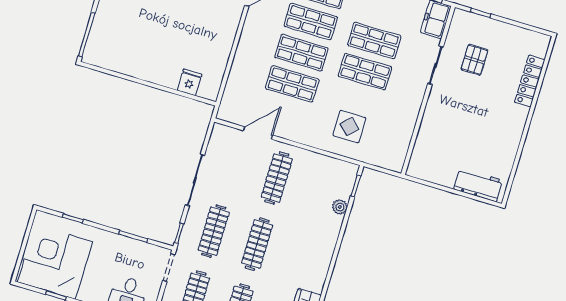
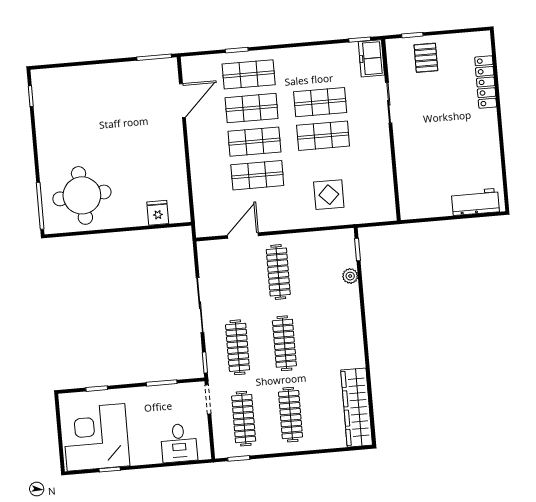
round table: (128, 40) -> (82, 195), added
pallet: (474, 60) -> (426, 58), moved

